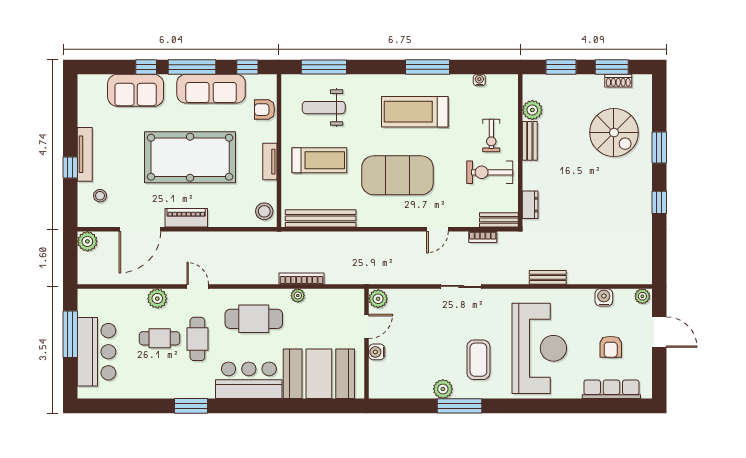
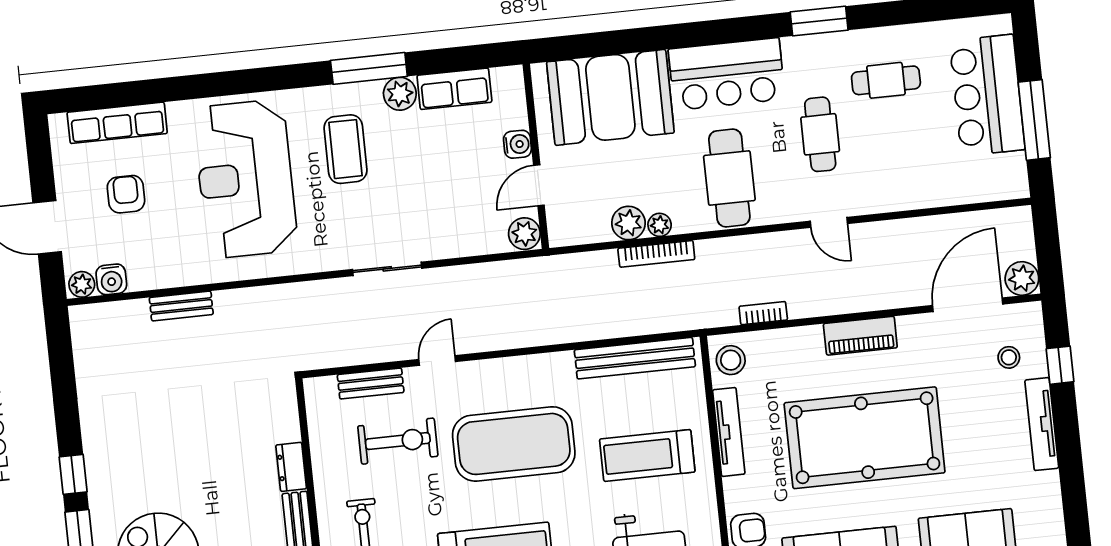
tv unit: (270, 162) -> (729, 432), width x1.41
window: (70, 167) -> (1060, 365), moved
exercise bike: (490, 172) -> (398, 441), moved
window: (659, 202) -> (73, 474), moved
dresser: (530, 205) -> (291, 467), moved
bench: (499, 220) -> (371, 384), moved
door: (140, 229) -> (968, 305), moved
bookcase: (483, 237) -> (763, 313), moved
bench: (548, 277) -> (181, 306), moved
water cooler: (604, 297) -> (111, 279), moved
plant: (157, 299) -> (628, 223), moved
cafe table: (254, 319) -> (729, 178), turned 90
cafe table: (160, 338) -> (886, 80), moved
row of seats: (410, 389) -> (454, 89), added

